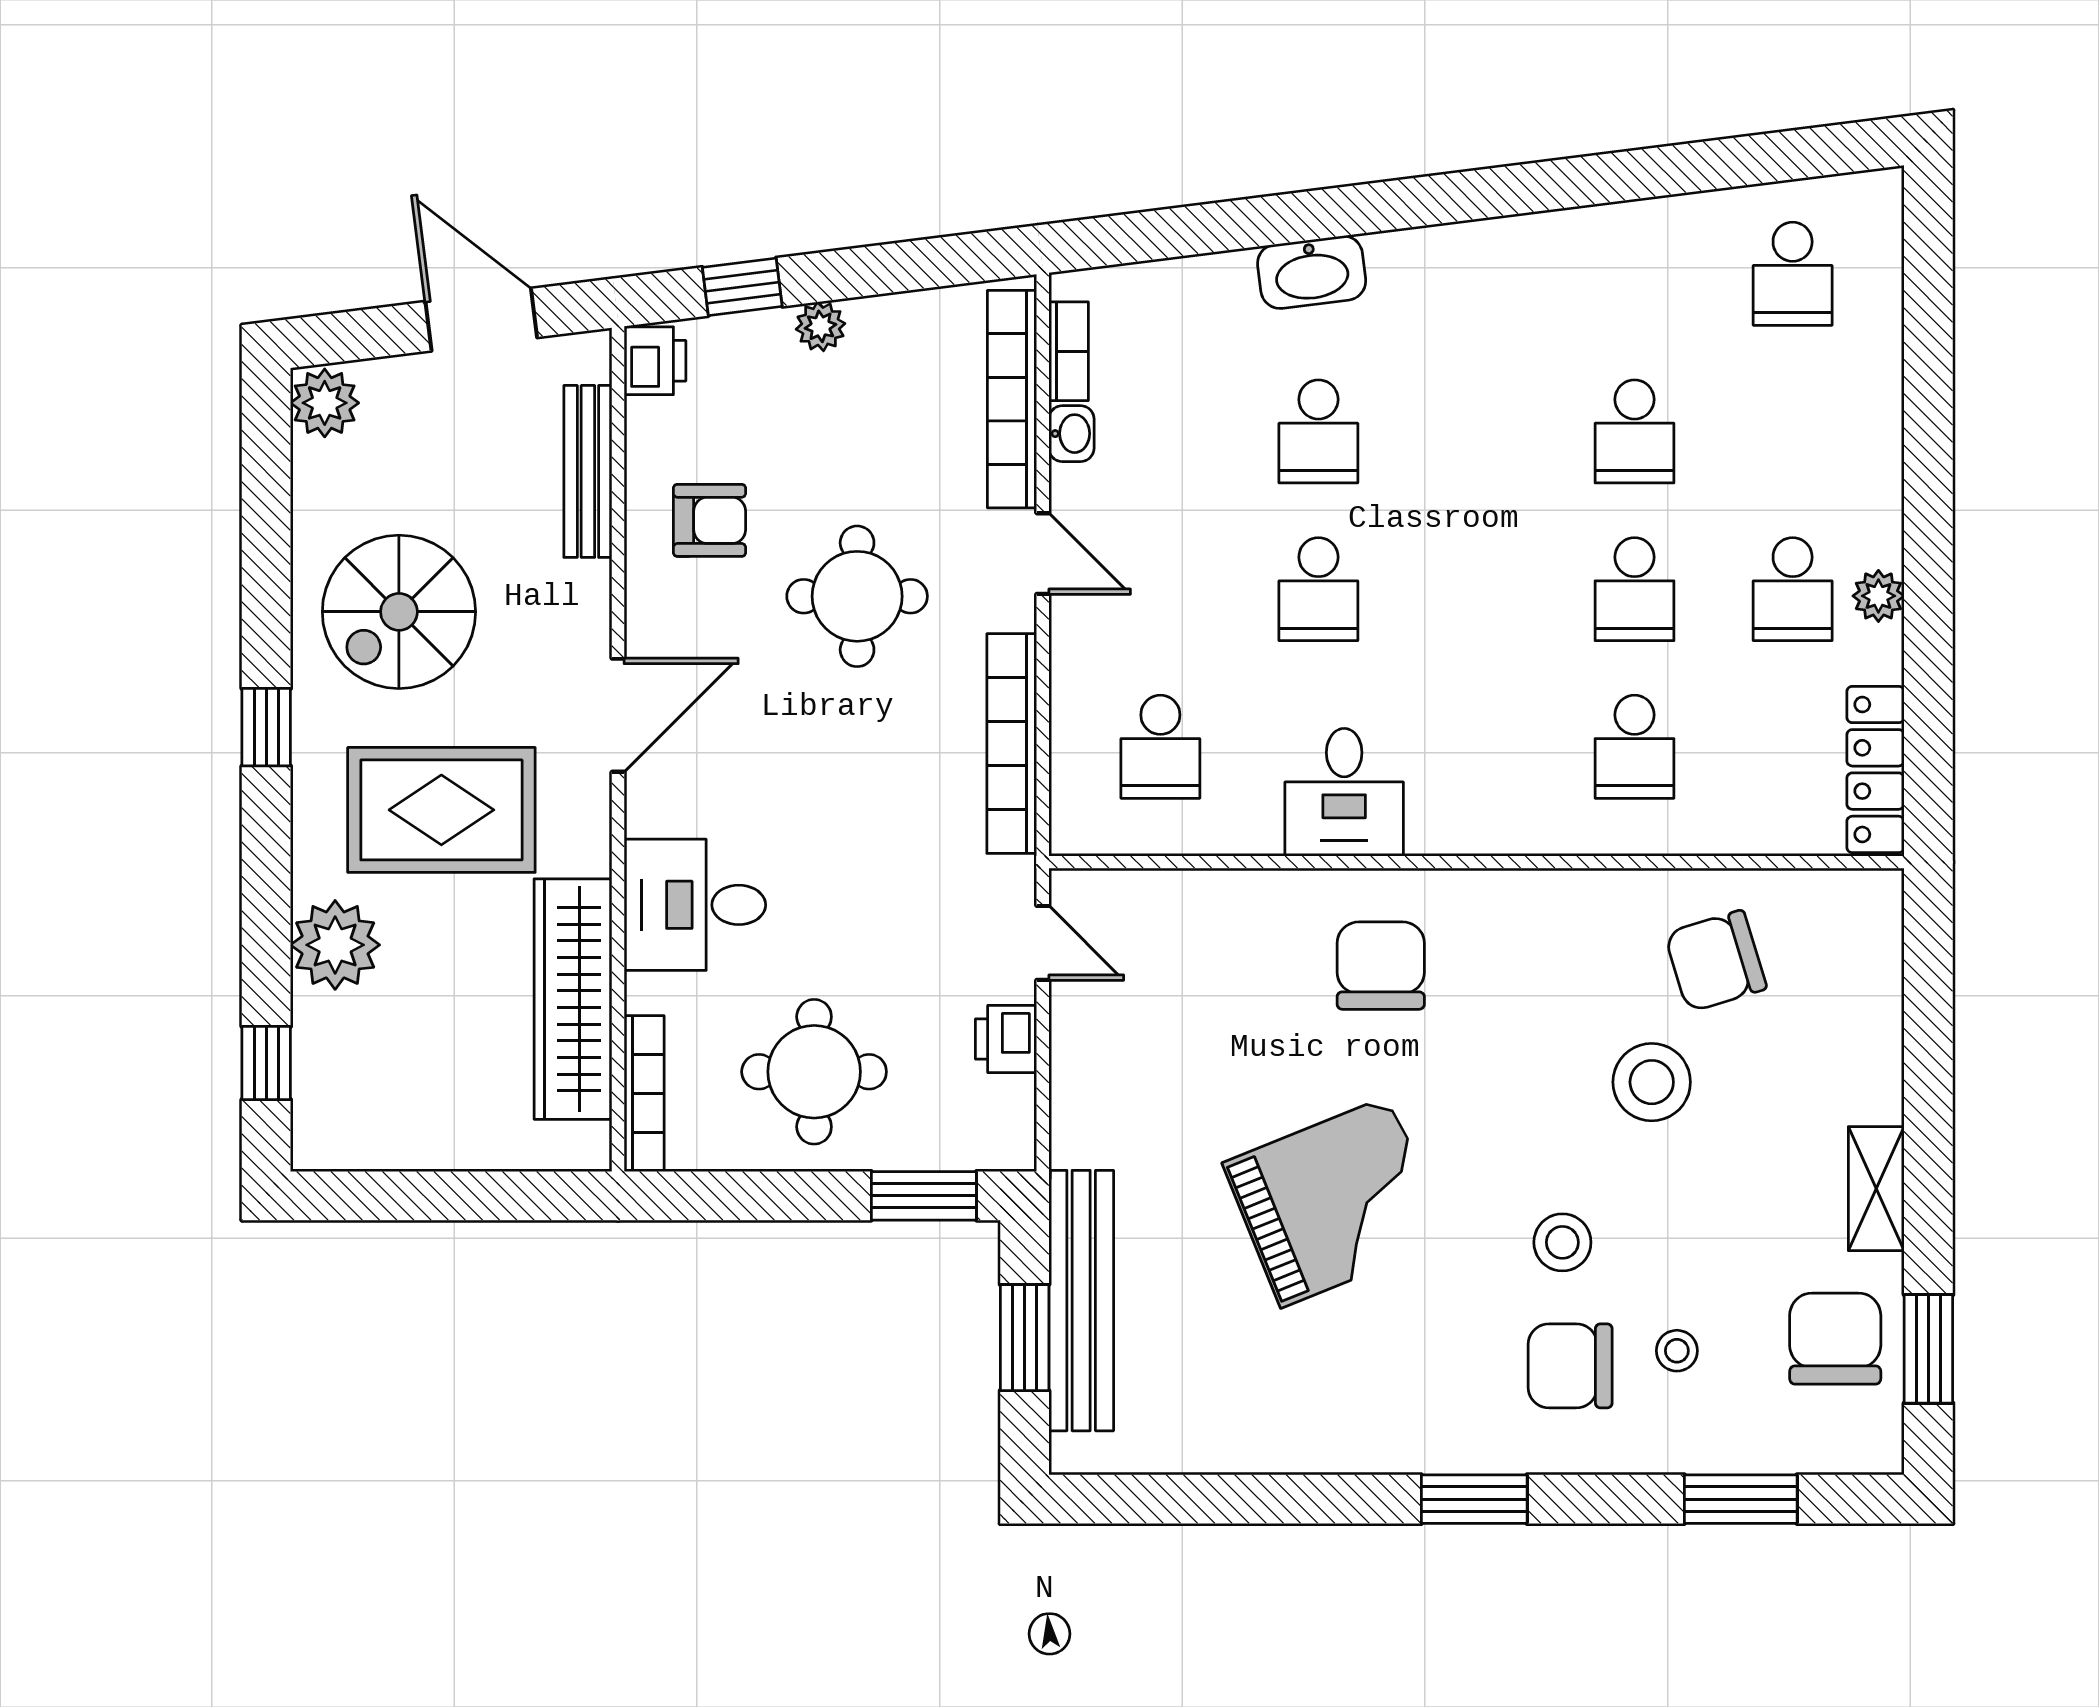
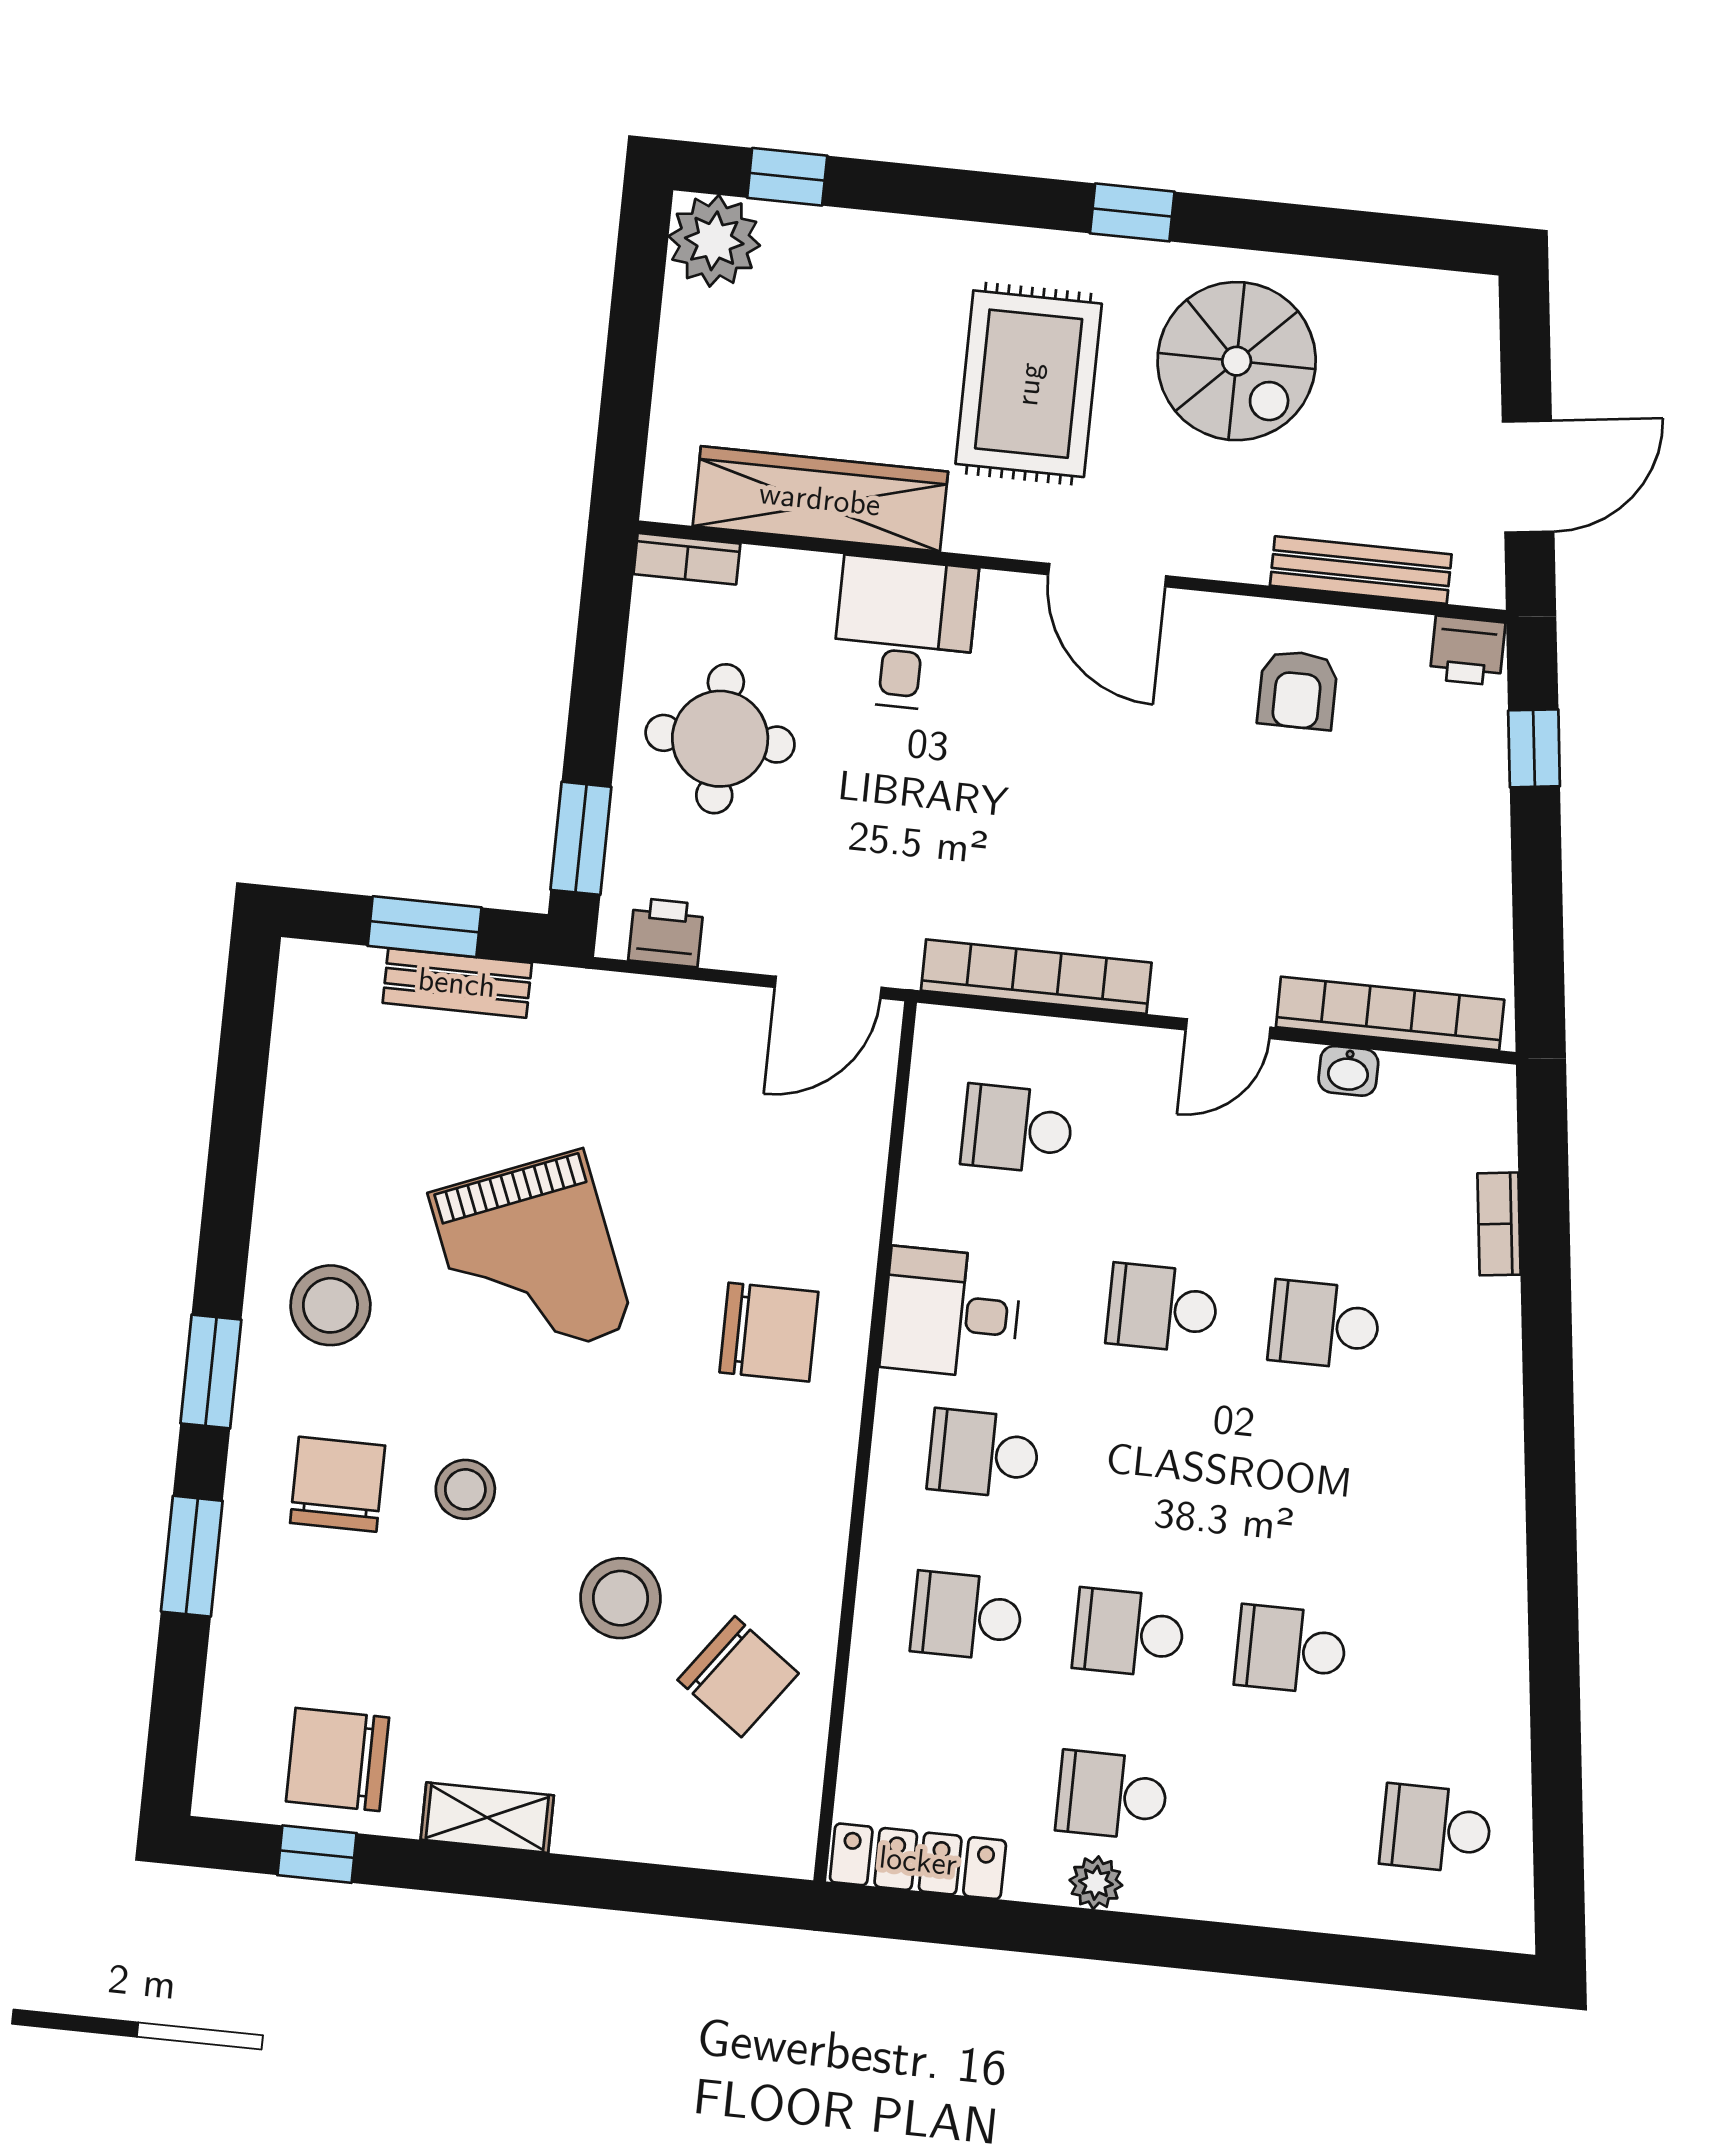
washbasin: (1312, 272) -> (1489, 1335), removed
plant: (820, 326) -> (1485, 824), removed
bookcase: (1069, 351) -> (1499, 1224), moved, turned 83
plant: (325, 403) -> (1459, 307), removed
round table: (857, 596) -> (1204, 833), removed
spiral stairs: (399, 612) -> (1237, 361), turned 180
school desk: (1476, 747) -> (984, 1454), added
door: (1043, 943) -> (828, 987), width x1.38
plant: (335, 945) -> (714, 241), moved
chair: (1716, 961) -> (738, 1677), turned 143
printer: (1006, 1039) -> (666, 932), moved
bookcase: (644, 1094) -> (687, 559), width x0.64
bench: (1081, 1301) -> (457, 983), width x0.54, depth x0.82
chair: (1835, 1339) -> (338, 1759), turned 180
window: (1928, 1349) -> (317, 1854), width x0.67
stool: (1677, 1351) -> (330, 1305), moved, width x1.89, depth x1.89
window: (1741, 1499) -> (192, 1556), moved

